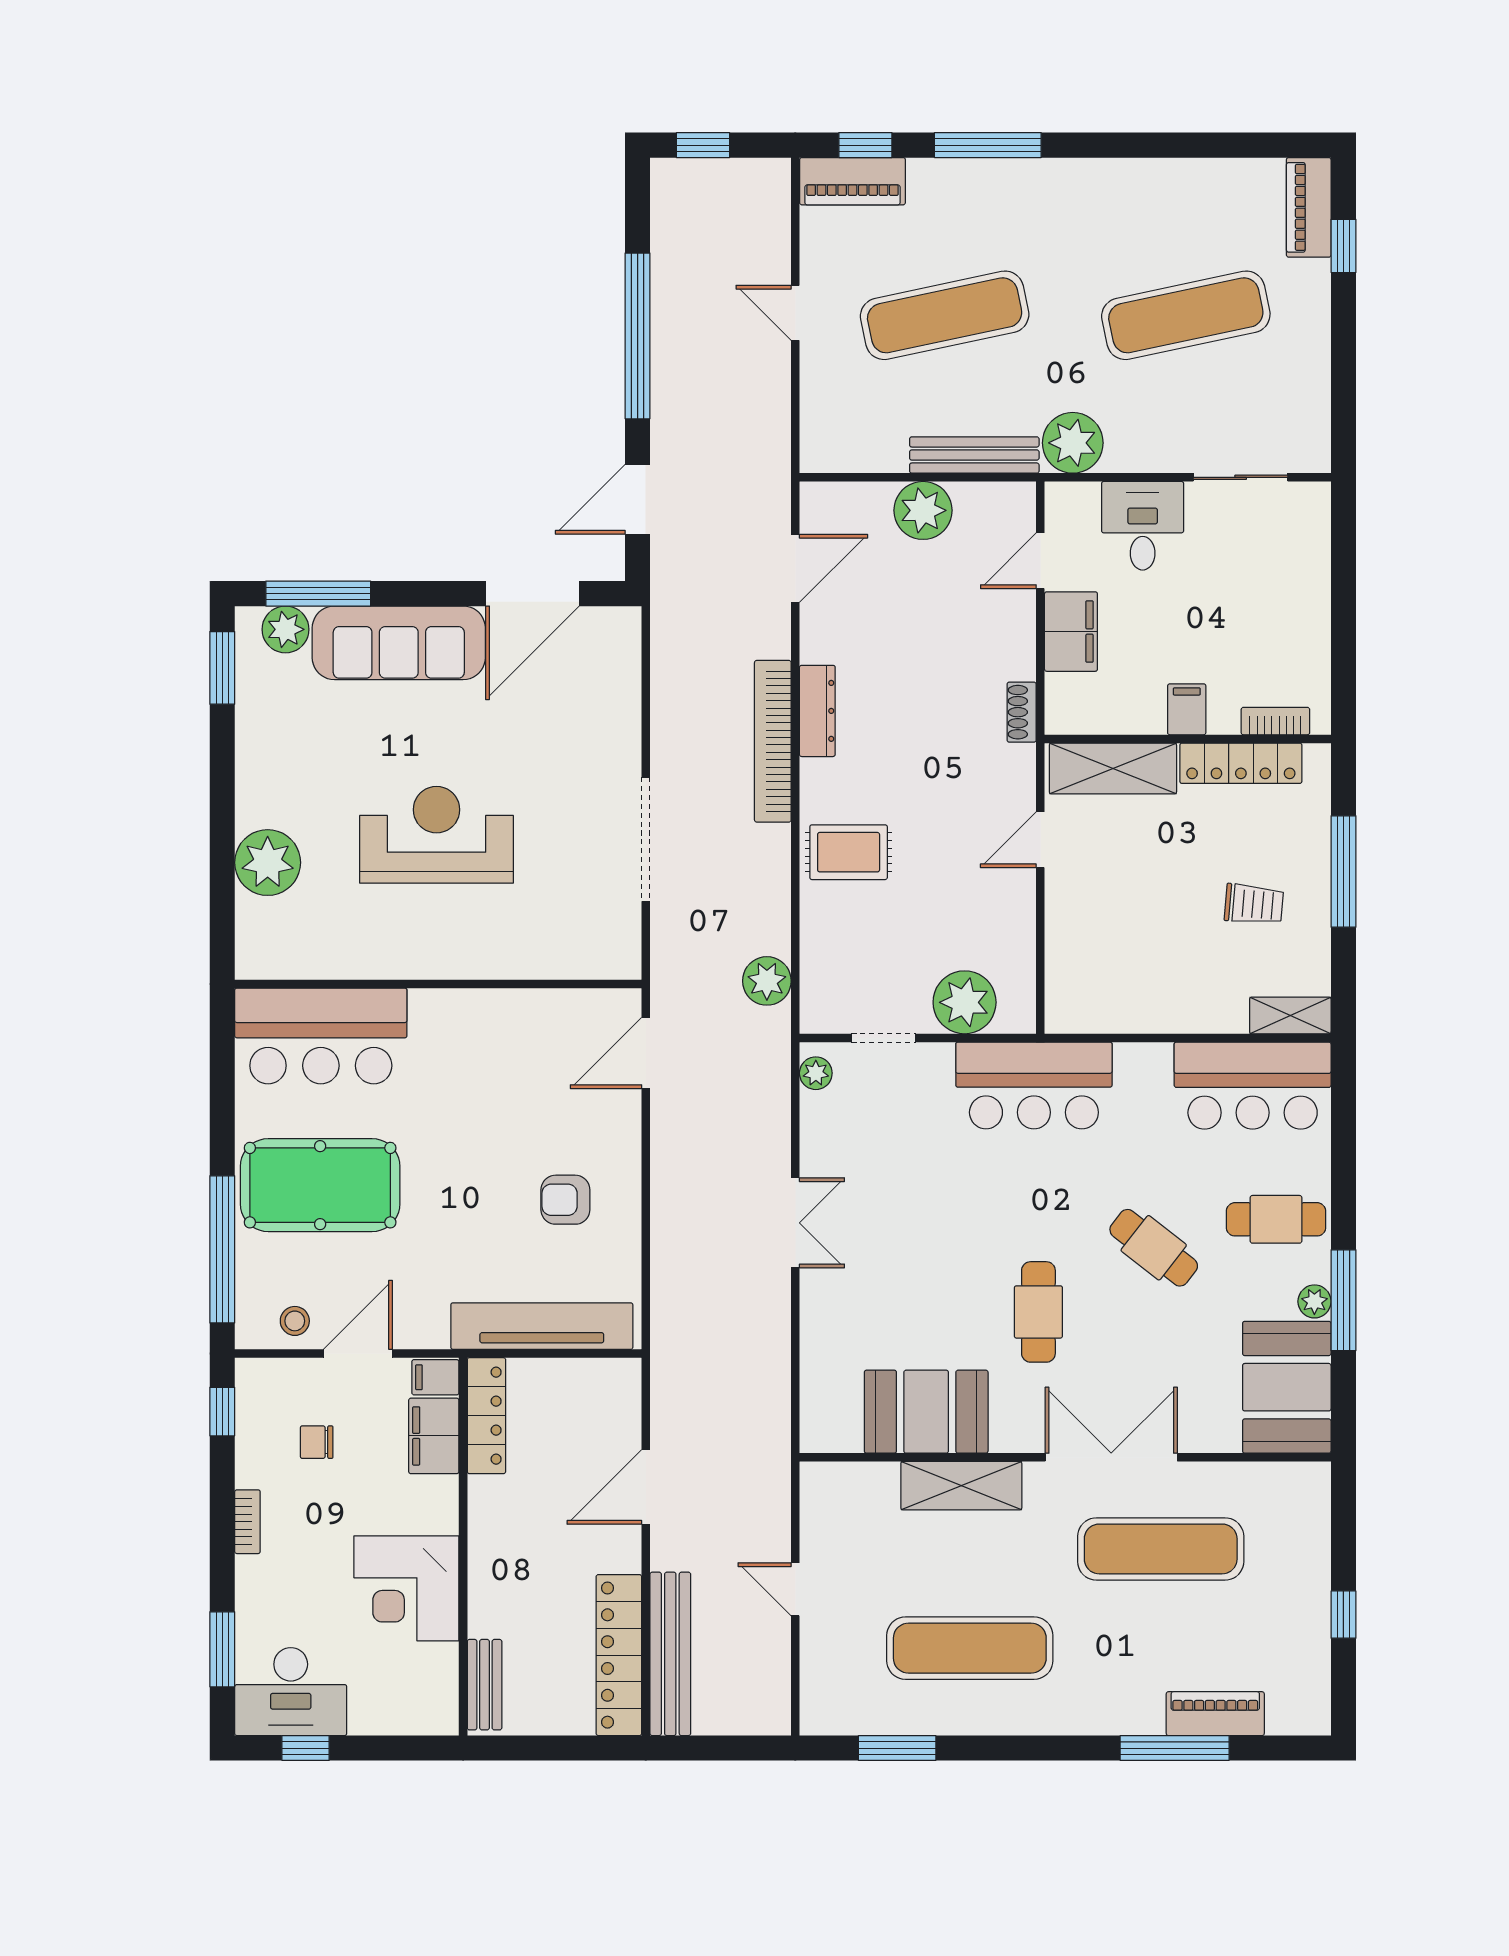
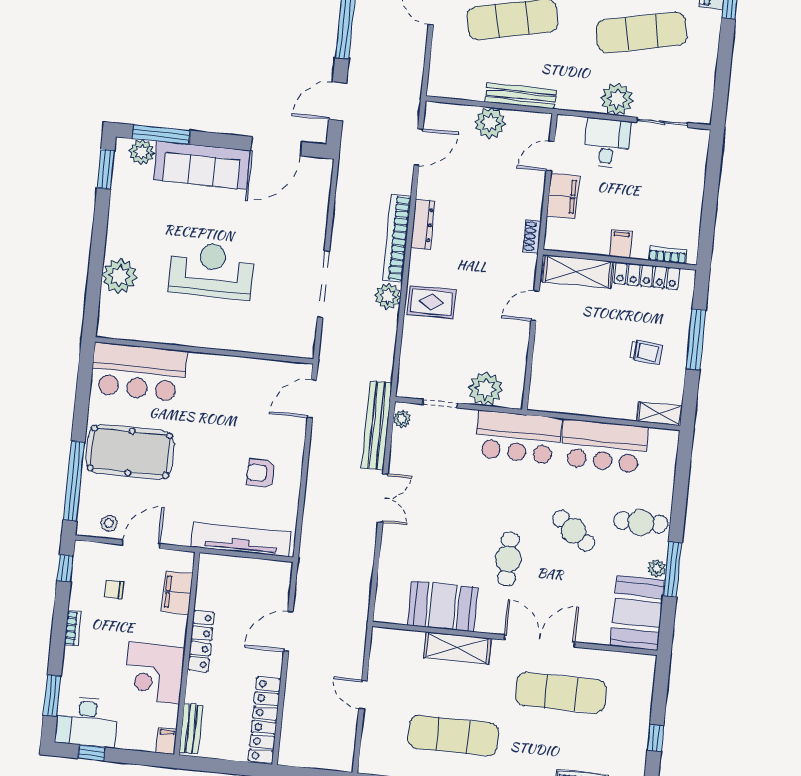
plant: (1073, 443) -> (617, 99), moved
plant: (767, 981) -> (388, 296), moved
bar counter: (1253, 1086) -> (604, 446), moved
filing cabinet: (435, 1377) -> (166, 741), moved, turned 90
locker: (486, 1416) -> (201, 641), moved
bench: (670, 1654) -> (377, 426), moved

